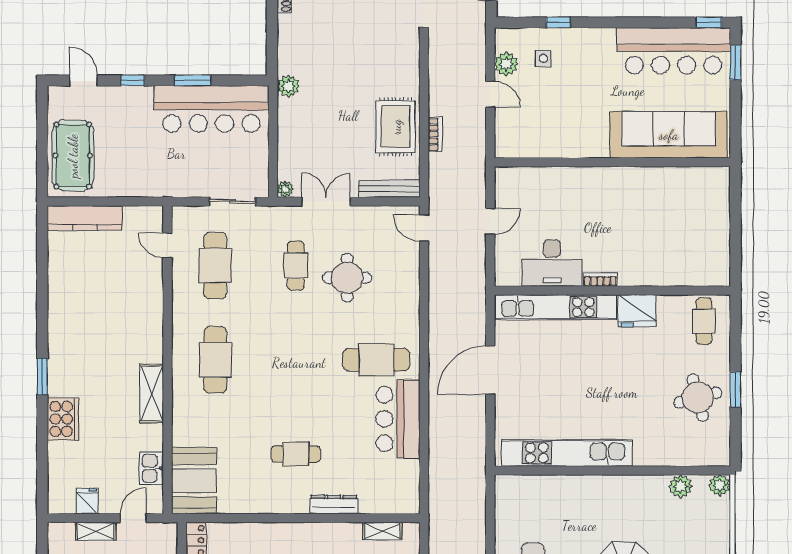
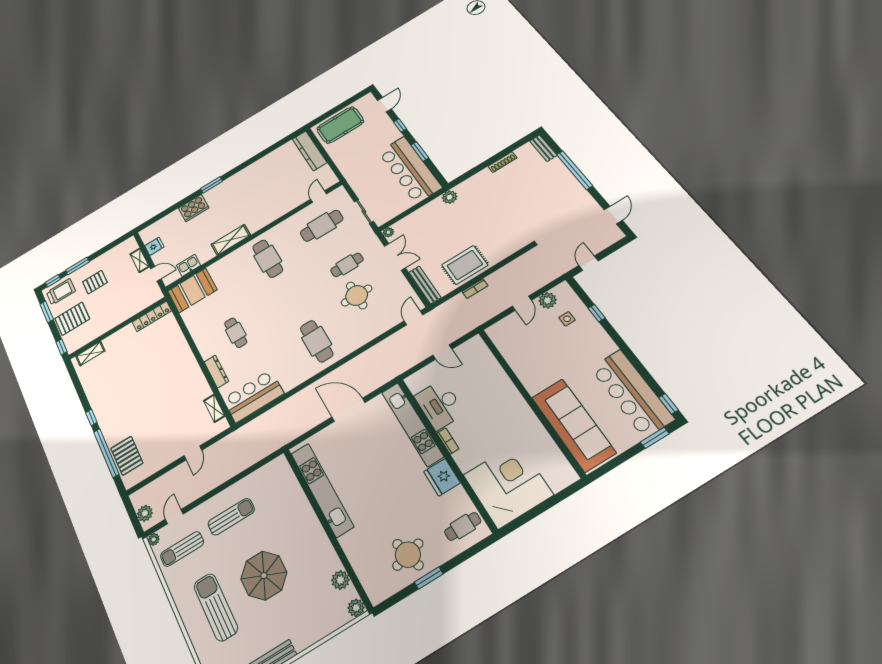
corner desk: (690, 246) -> (508, 485), added
cafe table: (215, 360) -> (268, 259), turned 90
bar counter: (398, 419) -> (253, 396), moved

